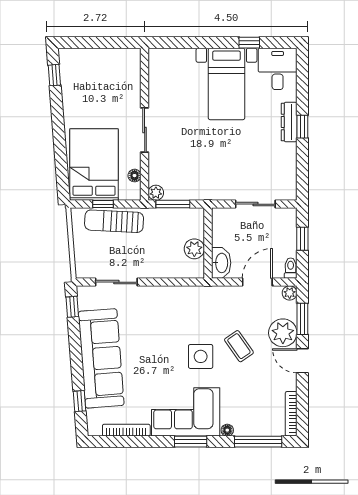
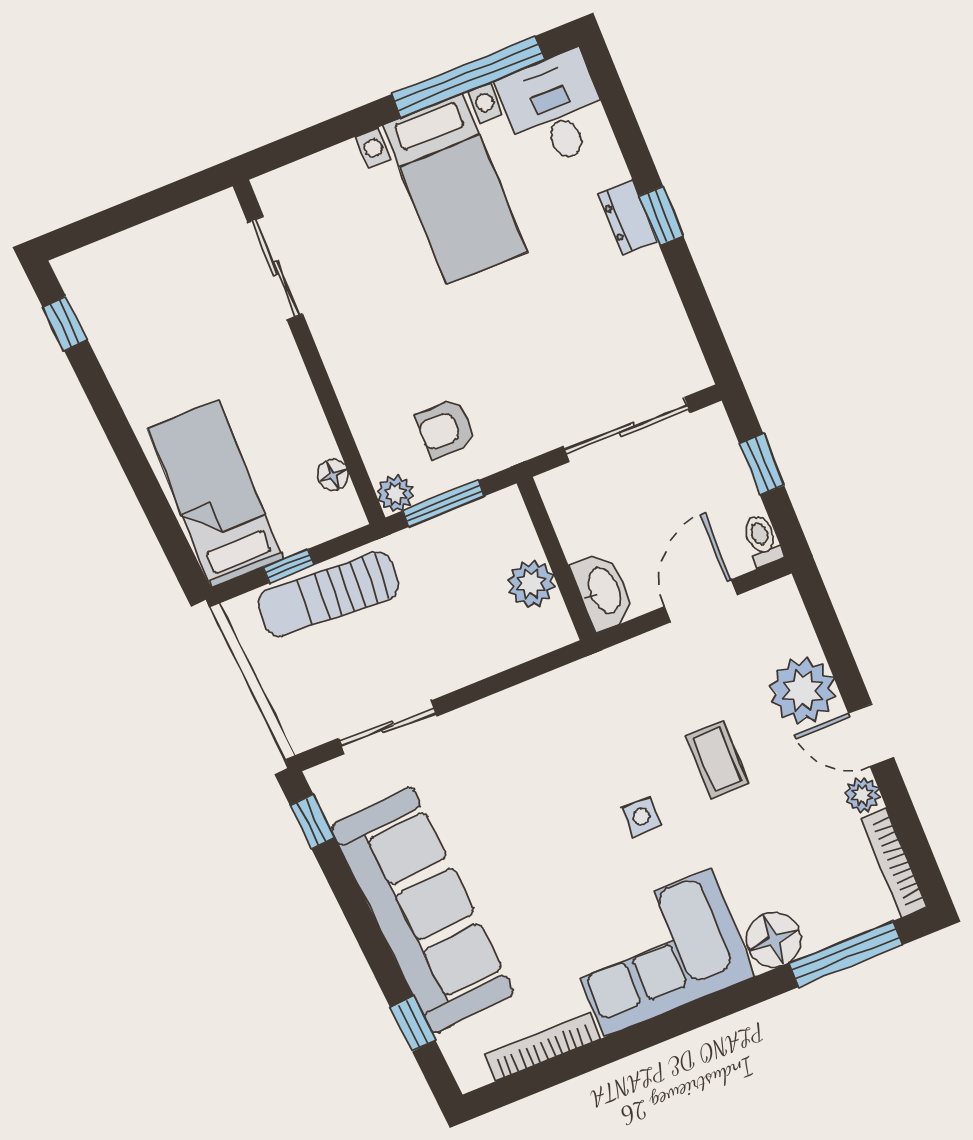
window: (249, 43) -> (468, 77), width x3.17
dresser: (289, 122) -> (628, 217), width x0.70
sliding door: (145, 130) -> (275, 268), moved
bed: (94, 165) -> (215, 494), width x0.67
armchair: (185, 175) -> (445, 429), added
sliding door: (255, 204) -> (627, 429), width x1.37
plant: (290, 293) -> (862, 795), moved
window: (302, 319) -> (833, 642), removed
coffee table: (239, 346) -> (717, 759), turned 35
side table: (201, 356) -> (642, 817), width x0.54, depth x0.54
floor lamp: (227, 430) -> (774, 940), width x1.89, depth x1.89
window: (191, 442) -> (696, 1015), removed

